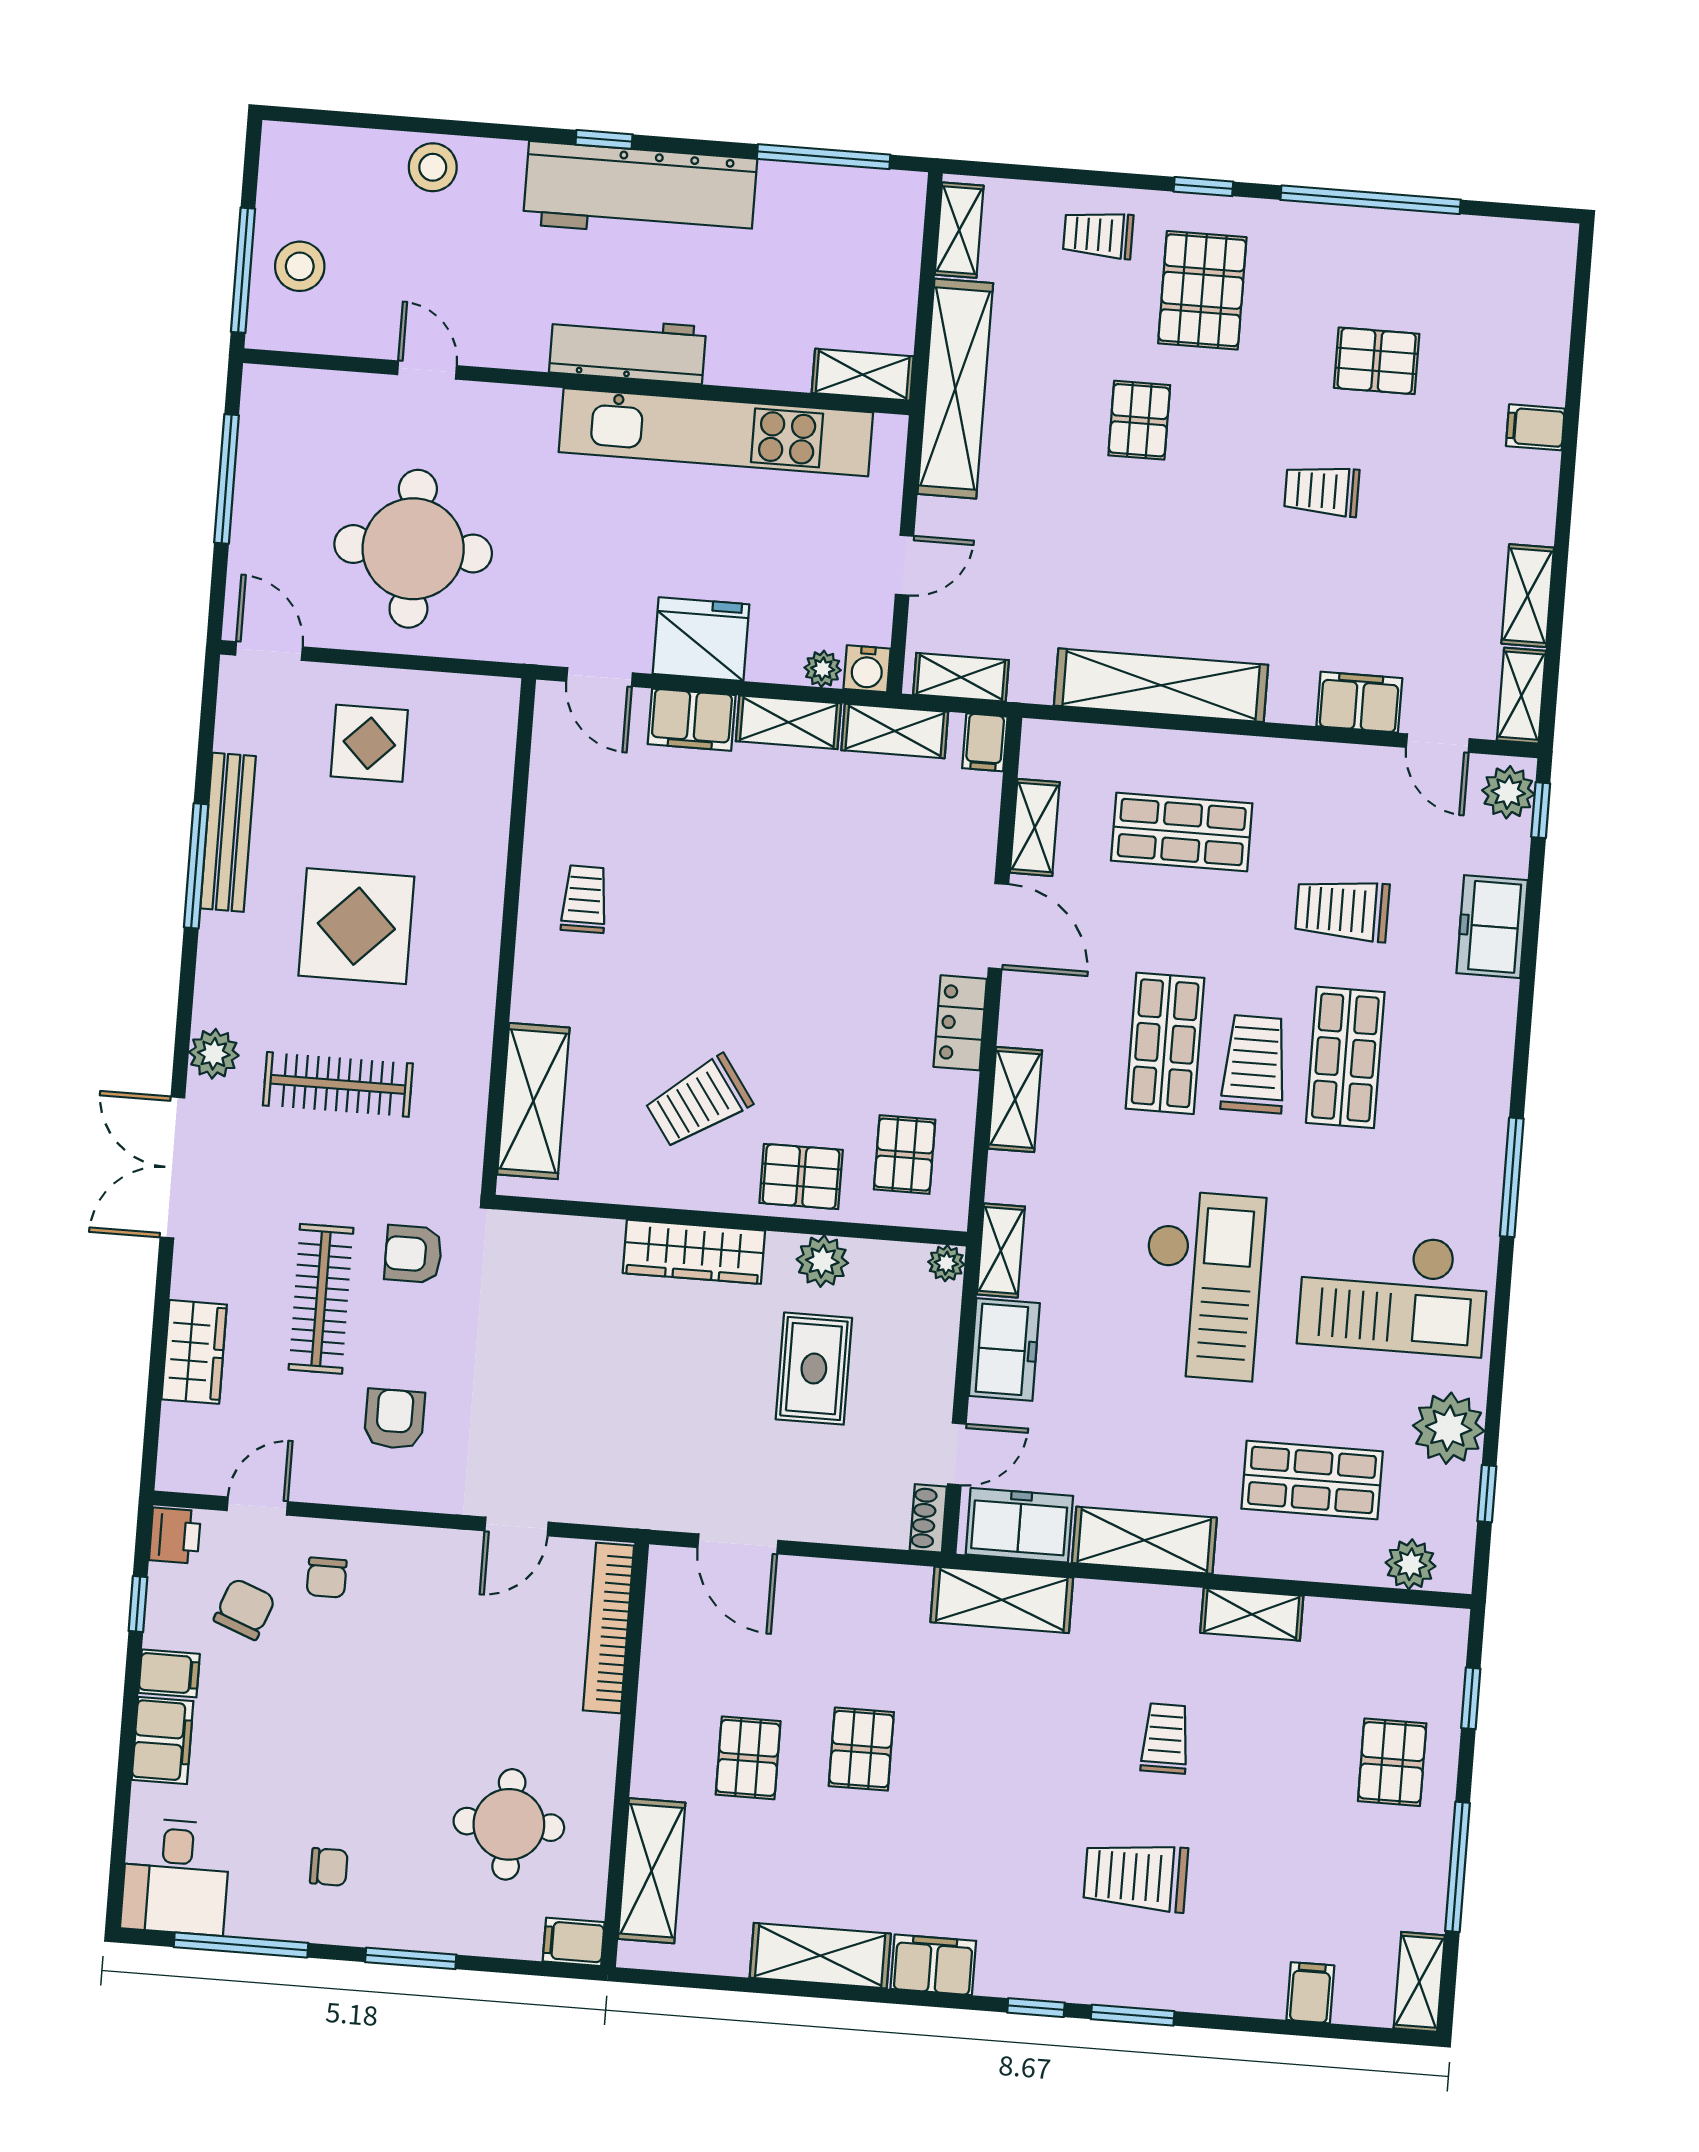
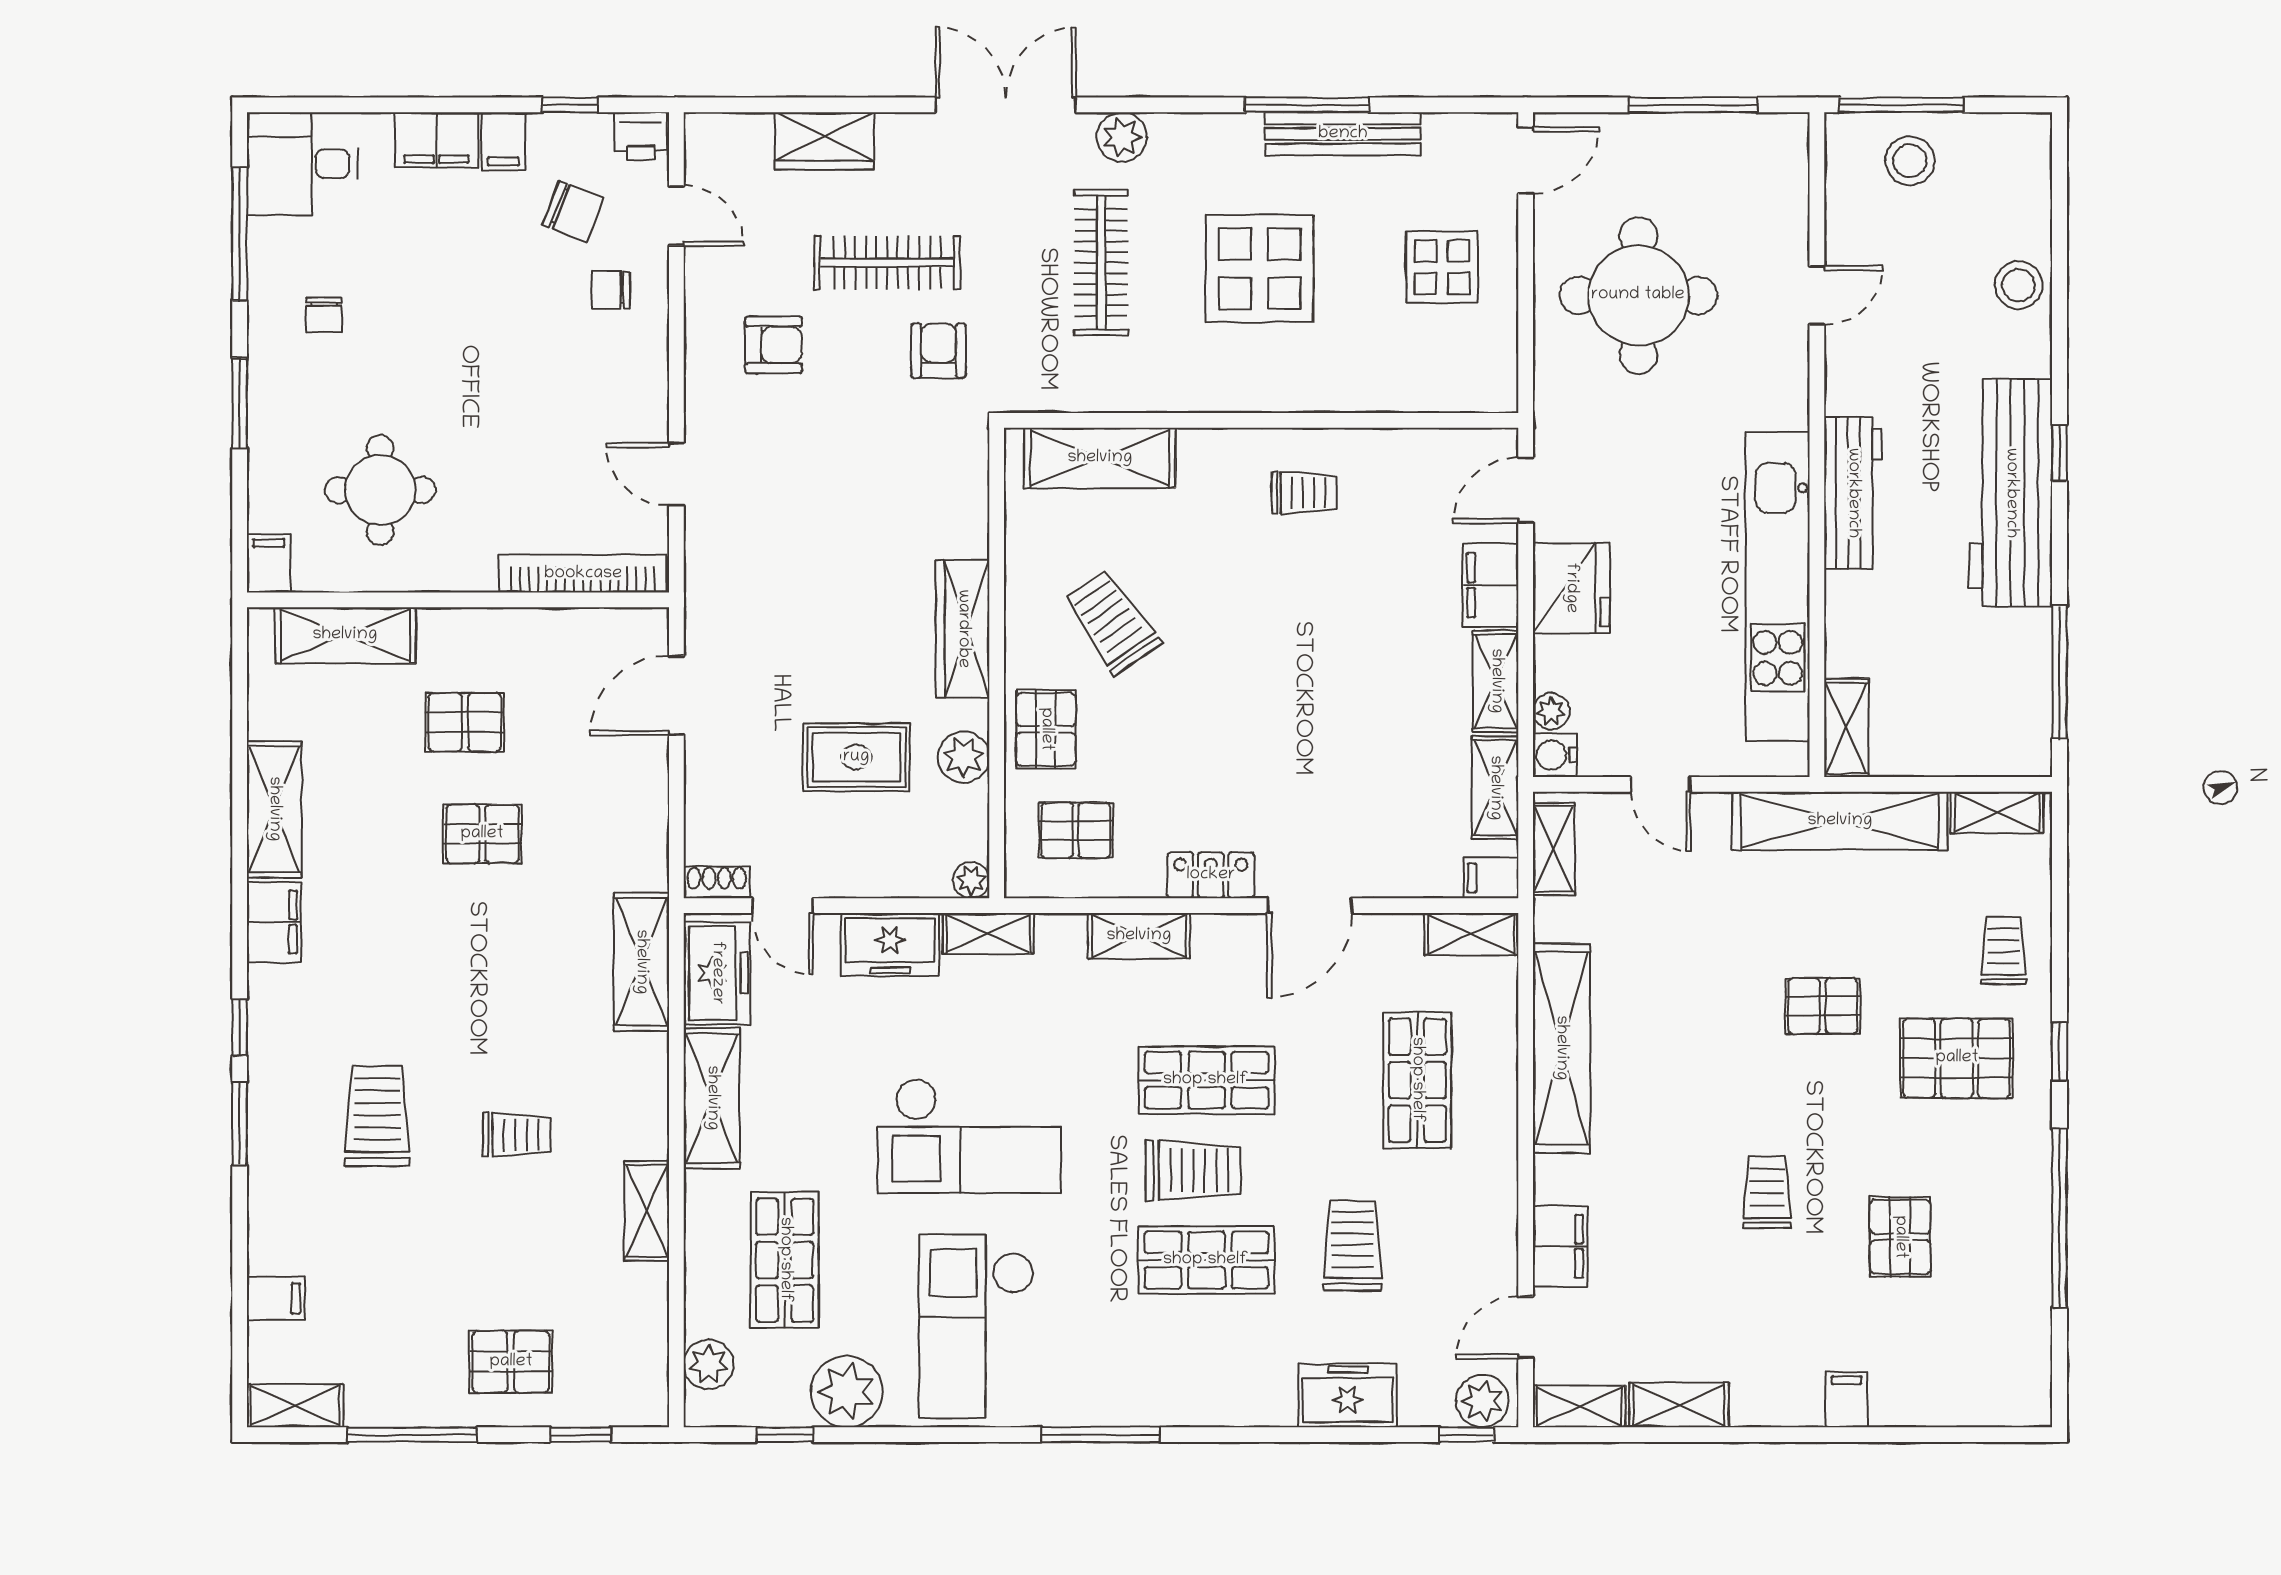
shelving: (1035, 827) -> (1471, 934), moved

